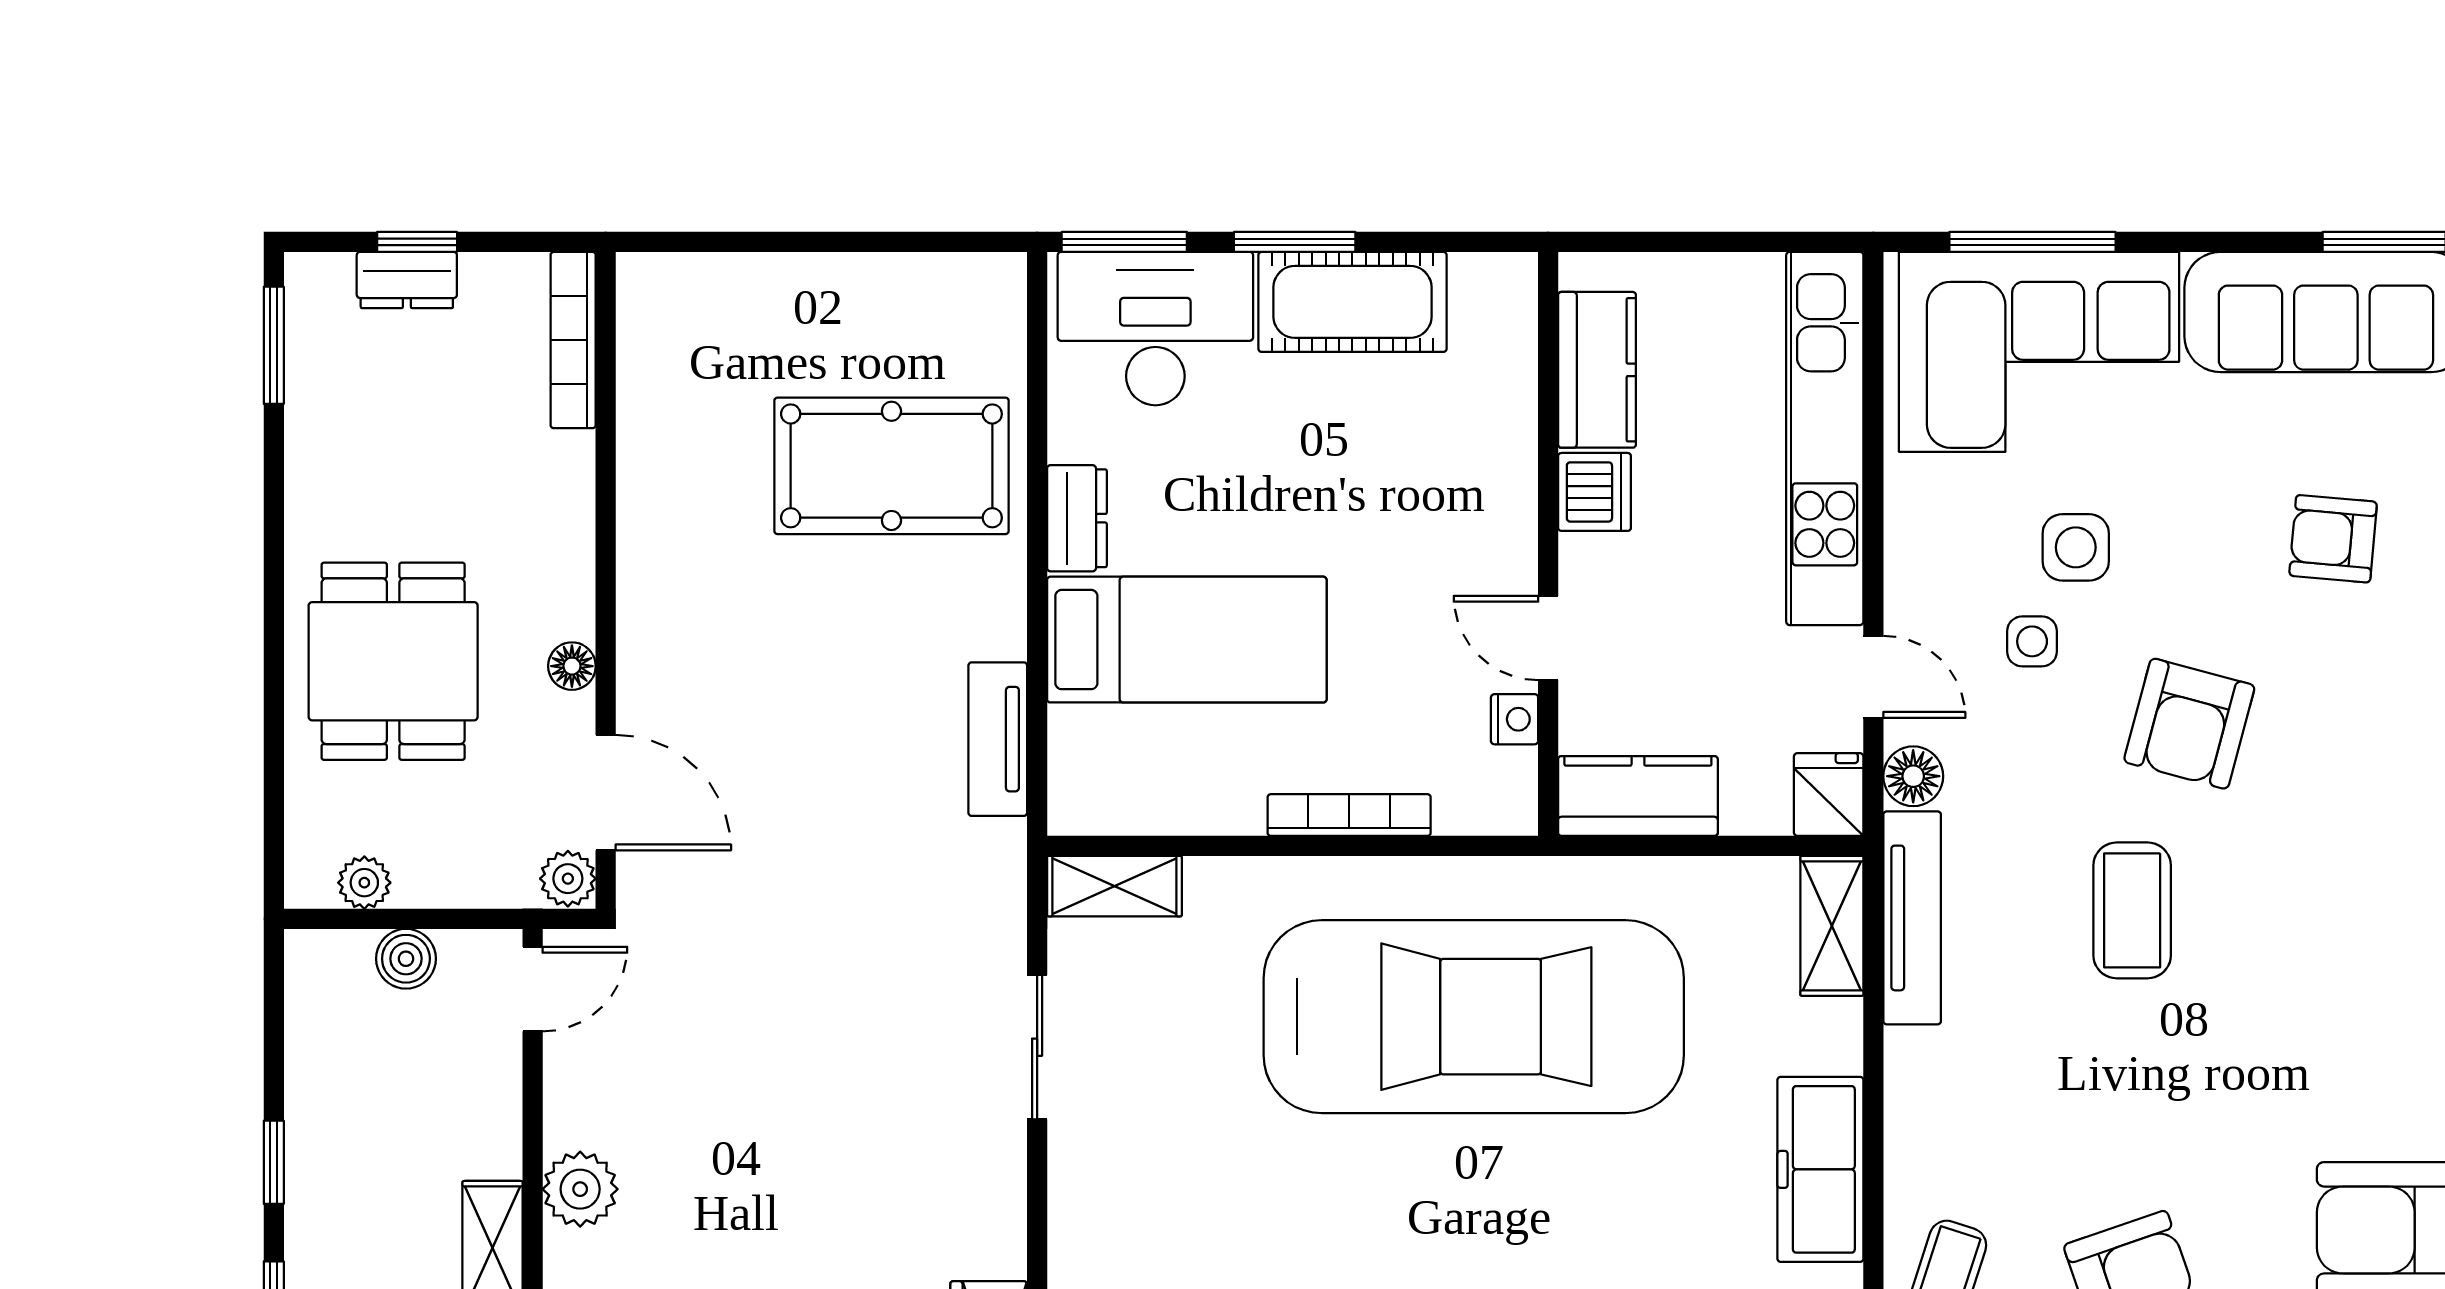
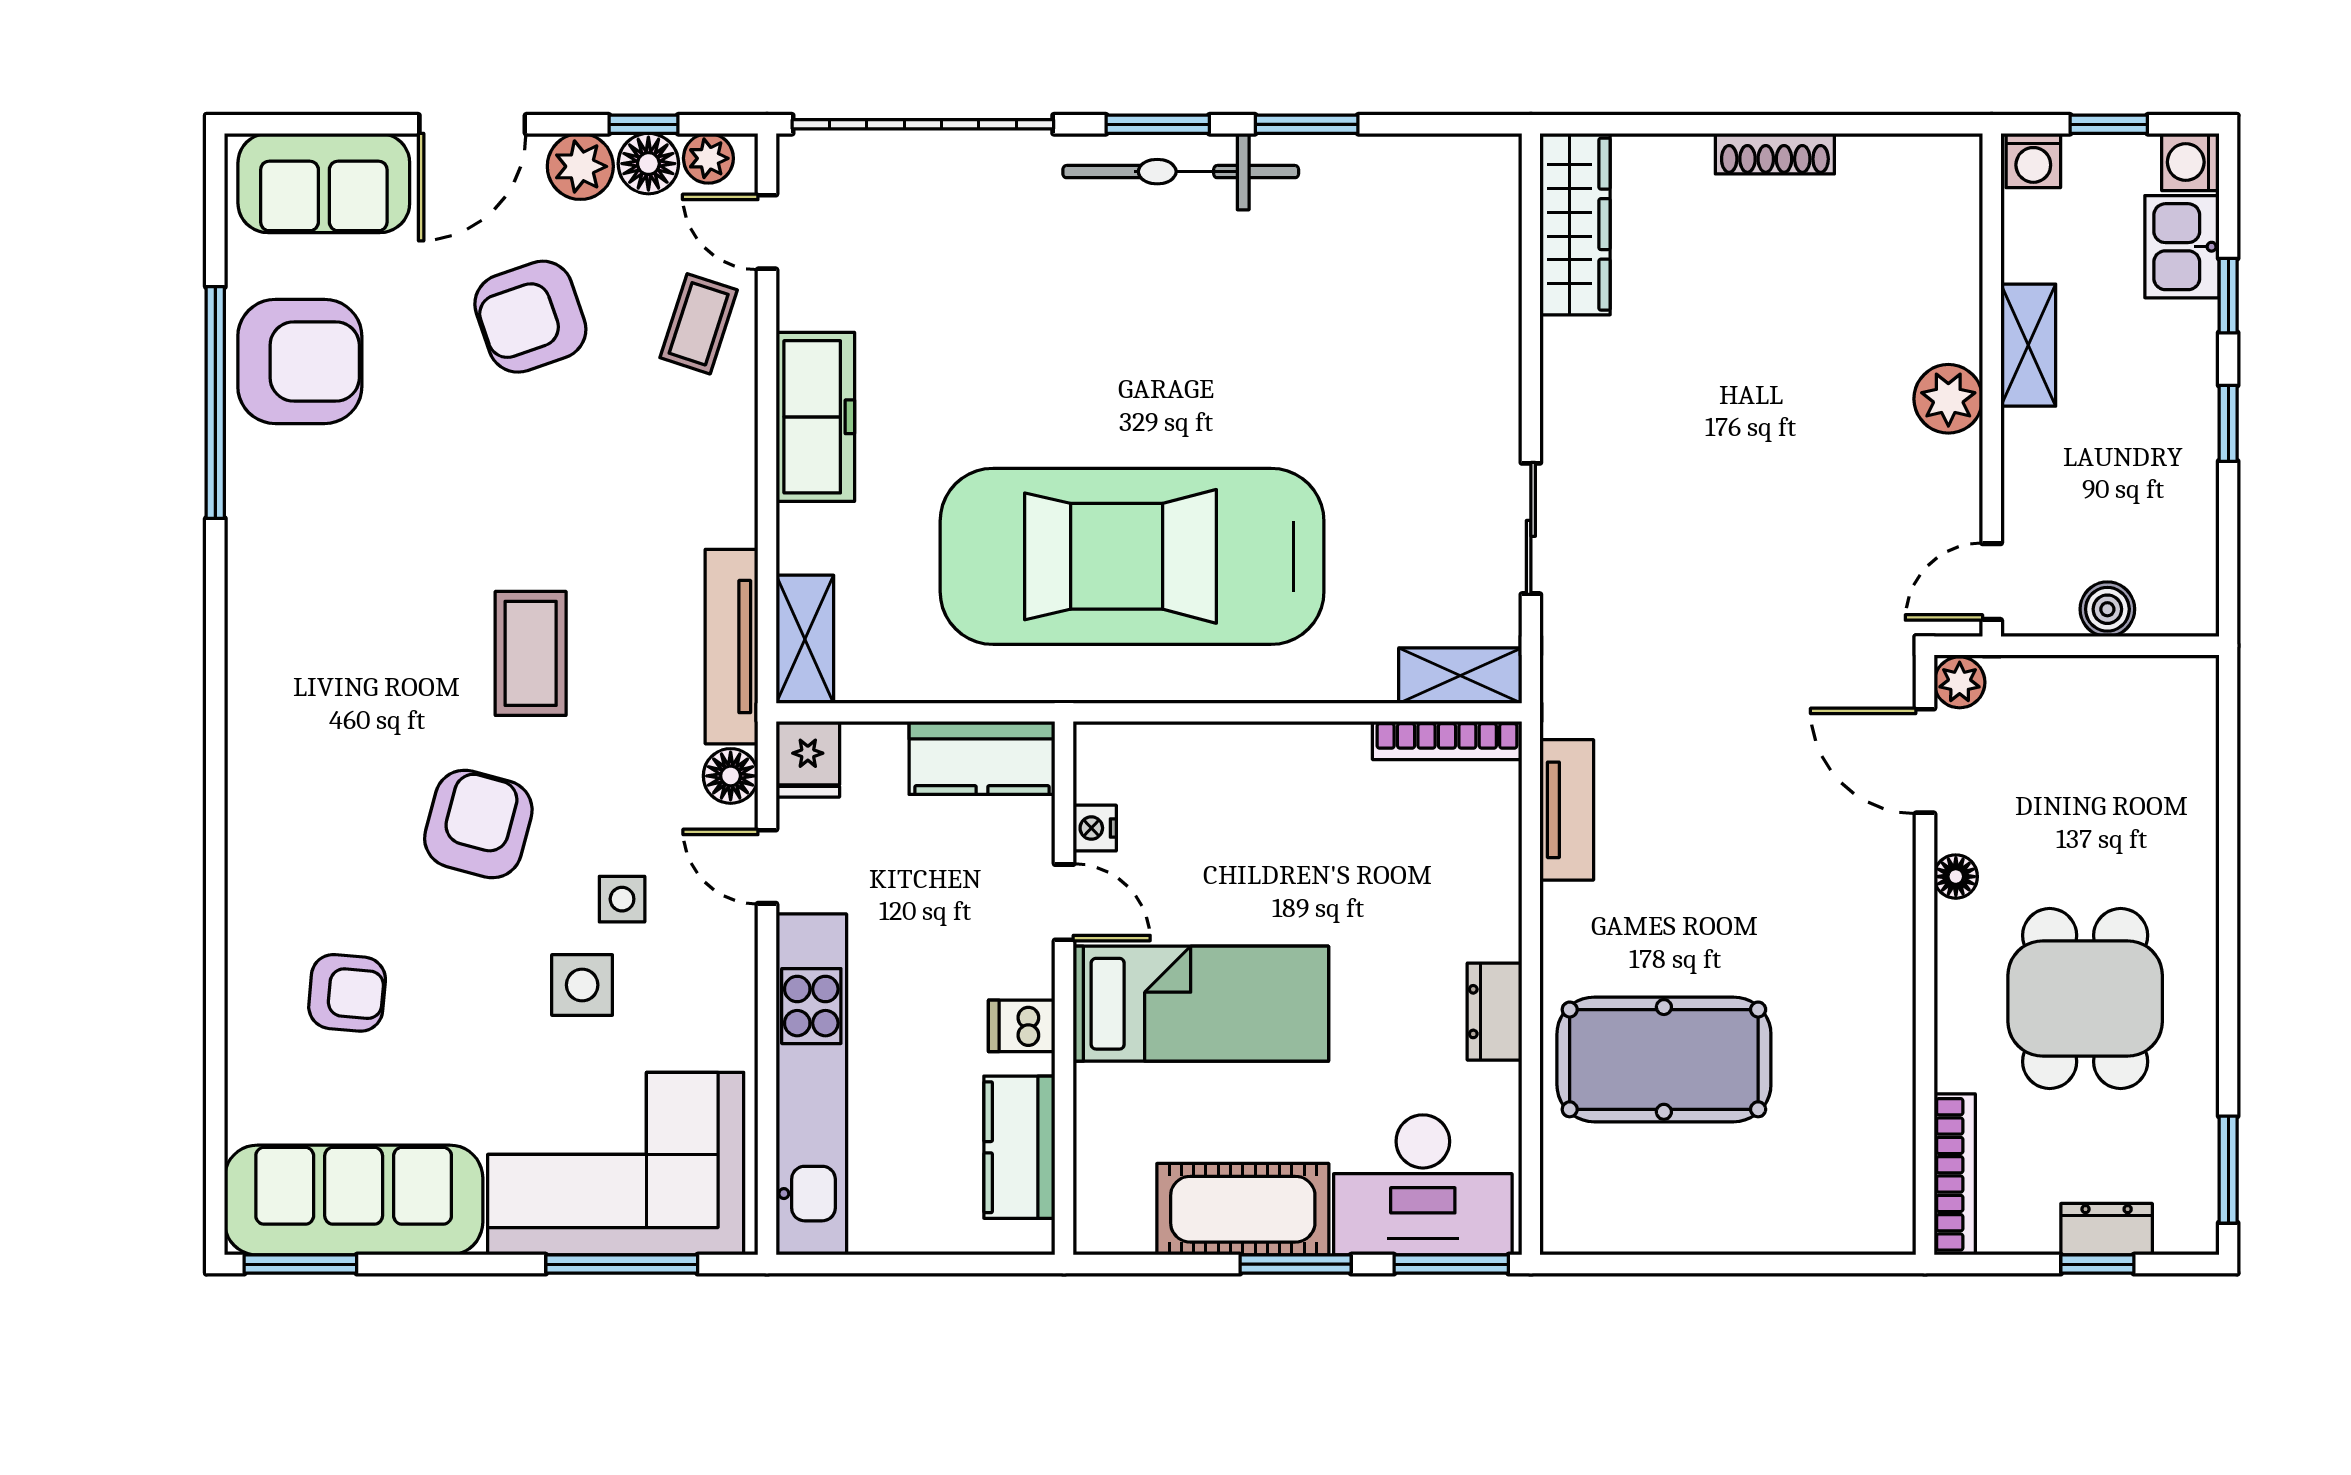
dishwasher: (1595, 492) -> (1022, 1026), width x0.73
bed: (1187, 640) -> (1201, 1004), moved, turned 180
dining table: (393, 661) -> (2085, 998), moved
bookcase: (1349, 815) -> (1447, 741), moved
plant: (364, 883) -> (2145, 679), removed

